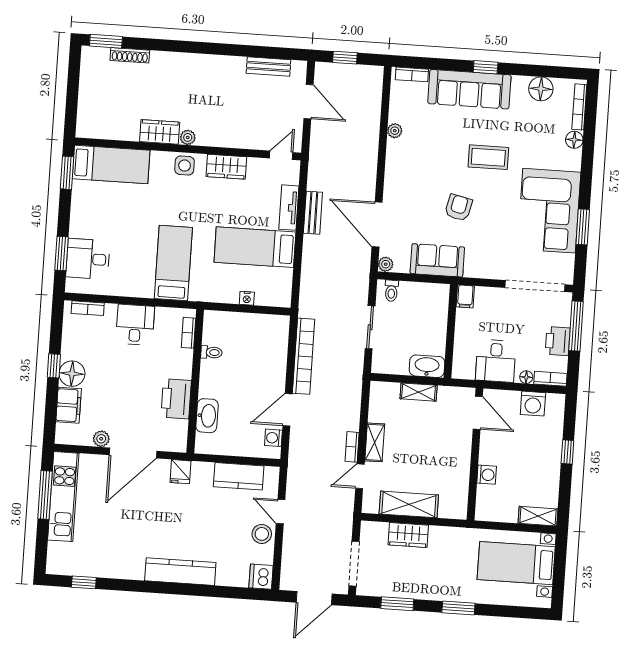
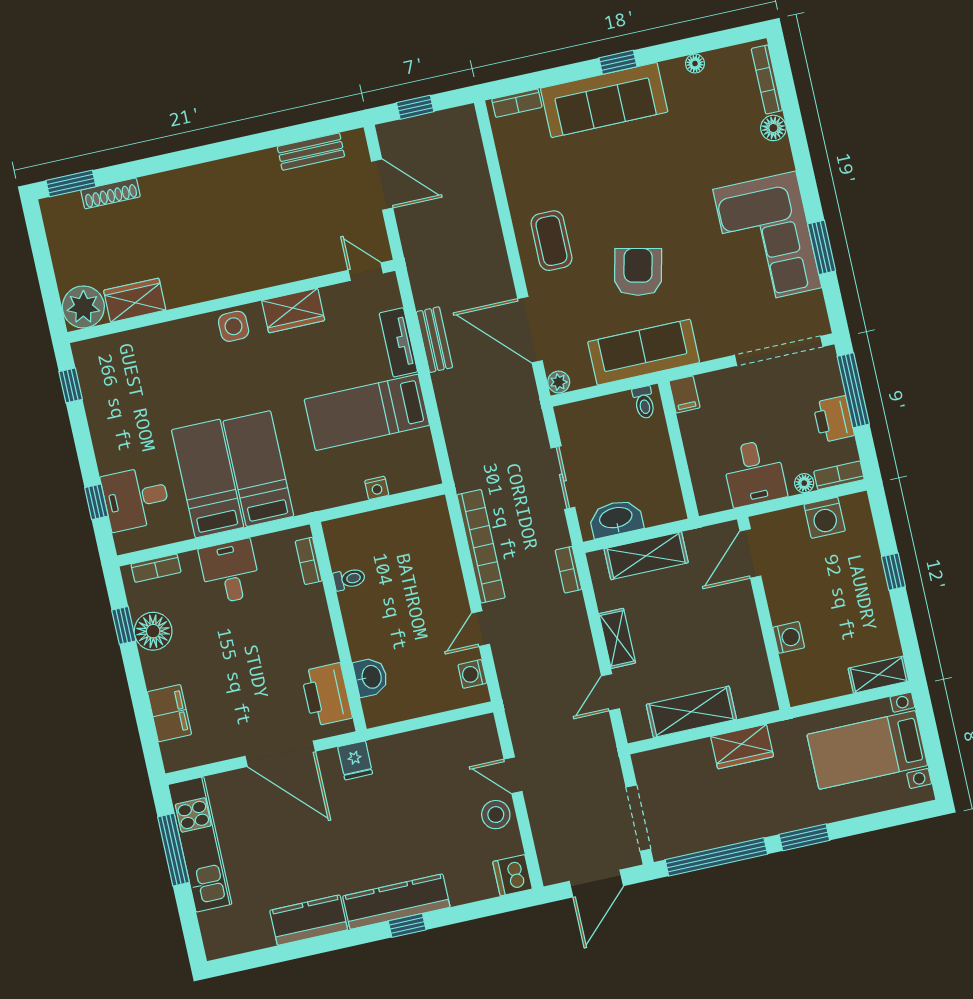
floor lamp: (541, 89) -> (695, 64), width x0.53, depth x0.53
plant: (395, 131) -> (516, 190), removed
wardrobe: (160, 132) -> (135, 300), moved
plant: (188, 137) -> (83, 307), moved, width x1.87, depth x1.87
door: (281, 155) -> (366, 272), hinge flipped
coffee table: (488, 157) -> (551, 241), moved, turned 90
bed: (111, 164) -> (208, 479), moved, turned -90
window: (67, 173) -> (71, 385), width x0.67
armchair: (458, 208) -> (638, 272), width x1.38, depth x1.38
window: (62, 254) -> (96, 502), width x0.67
sofa: (437, 260) -> (644, 352), width x1.36
toilet: (391, 291) -> (644, 402), moved
window: (54, 366) -> (124, 625), moved
washbasin: (427, 366) -> (616, 519), moved
floor lamp: (72, 374) -> (153, 631), moved
shelving: (419, 392) -> (646, 556), width x1.50, depth x1.33
printer: (176, 399) -> (327, 695), moved
door: (287, 410) -> (481, 629), width x0.73
door: (478, 413) -> (750, 554), swing flipped
washbasin: (207, 416) -> (371, 677), width x0.72
plant: (101, 439) -> (229, 747), removed
bookcase: (352, 447) -> (568, 570), moved
door: (133, 453) -> (280, 754), hinge flipped
kitchen counter: (239, 476) -> (309, 920), moved, turned 180
wardrobe: (408, 535) -> (742, 747), moved
window: (84, 582) -> (407, 925), moved
window: (397, 604) -> (716, 857), width x2.11

